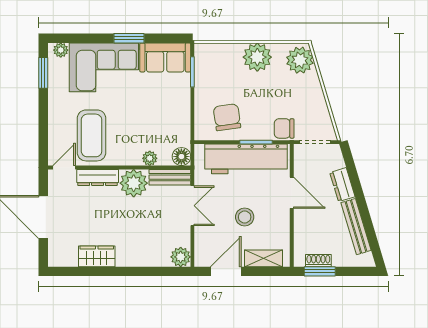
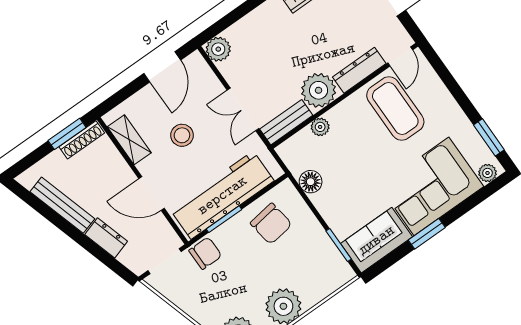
floor lamp: (181, 157) -> (311, 182), moved
shelving: (263, 258) -> (129, 140), moved, turned 90
shoe rack: (318, 261) -> (82, 140), width x1.43

